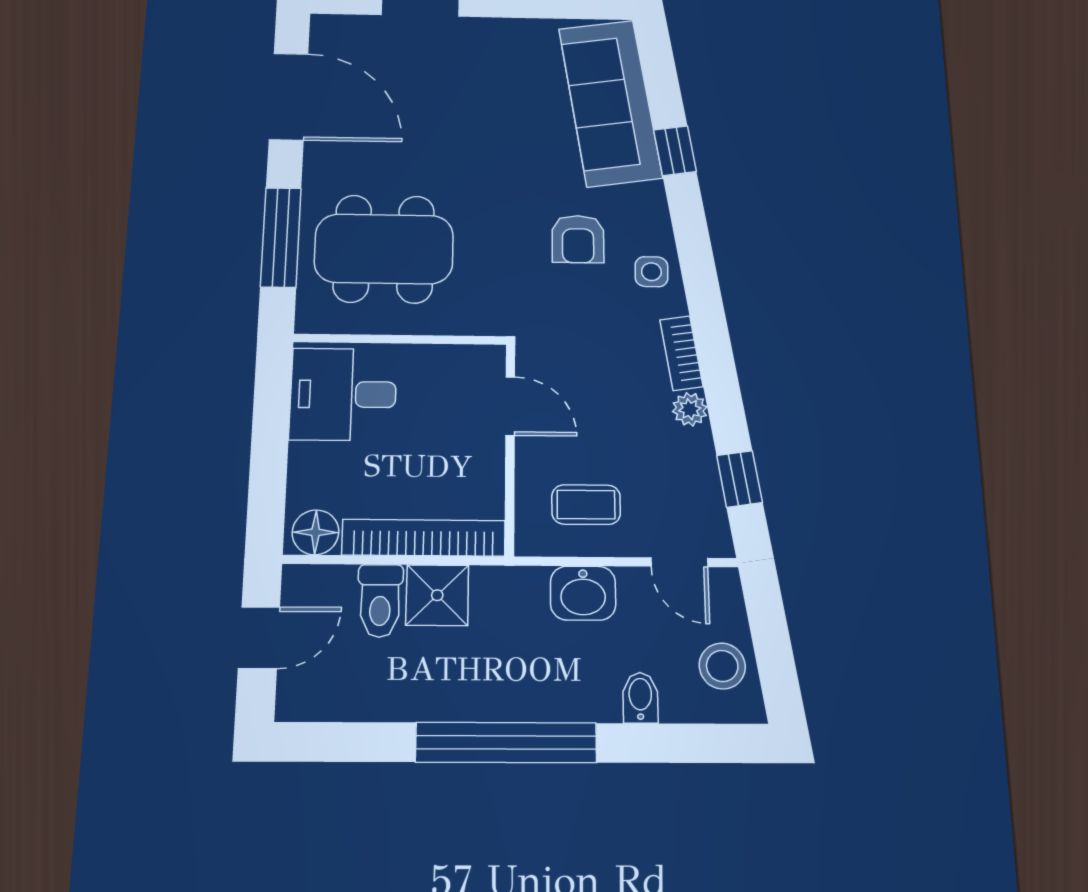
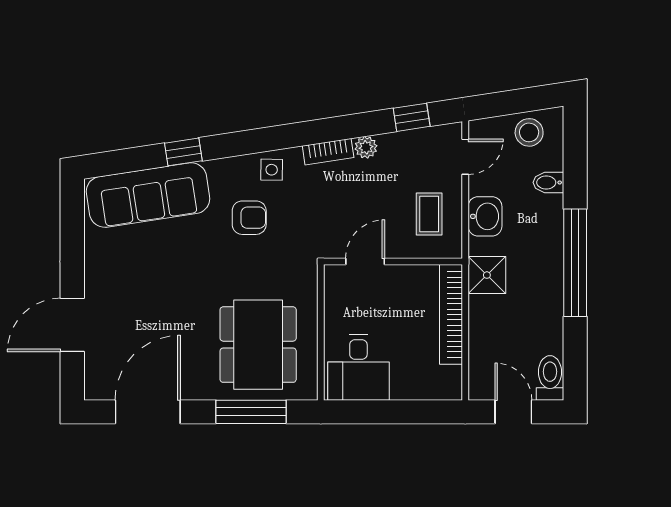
floor lamp: (315, 532) -> (448, 381), removed
shower: (437, 595) -> (487, 275), moved
toilet: (380, 601) -> (550, 378), moved, turned -90

